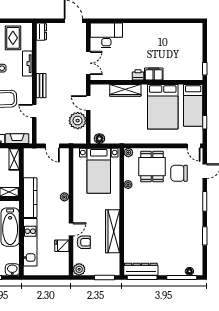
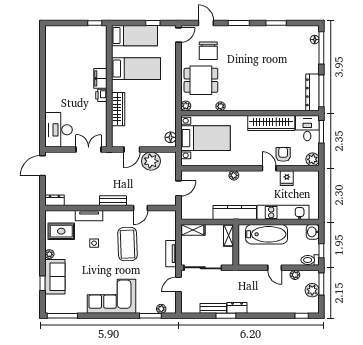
bed: (163, 107) -> (136, 69), width x0.67
fireplace: (17, 139) -> (171, 227), removed
desk: (108, 264) -> (307, 128), added

